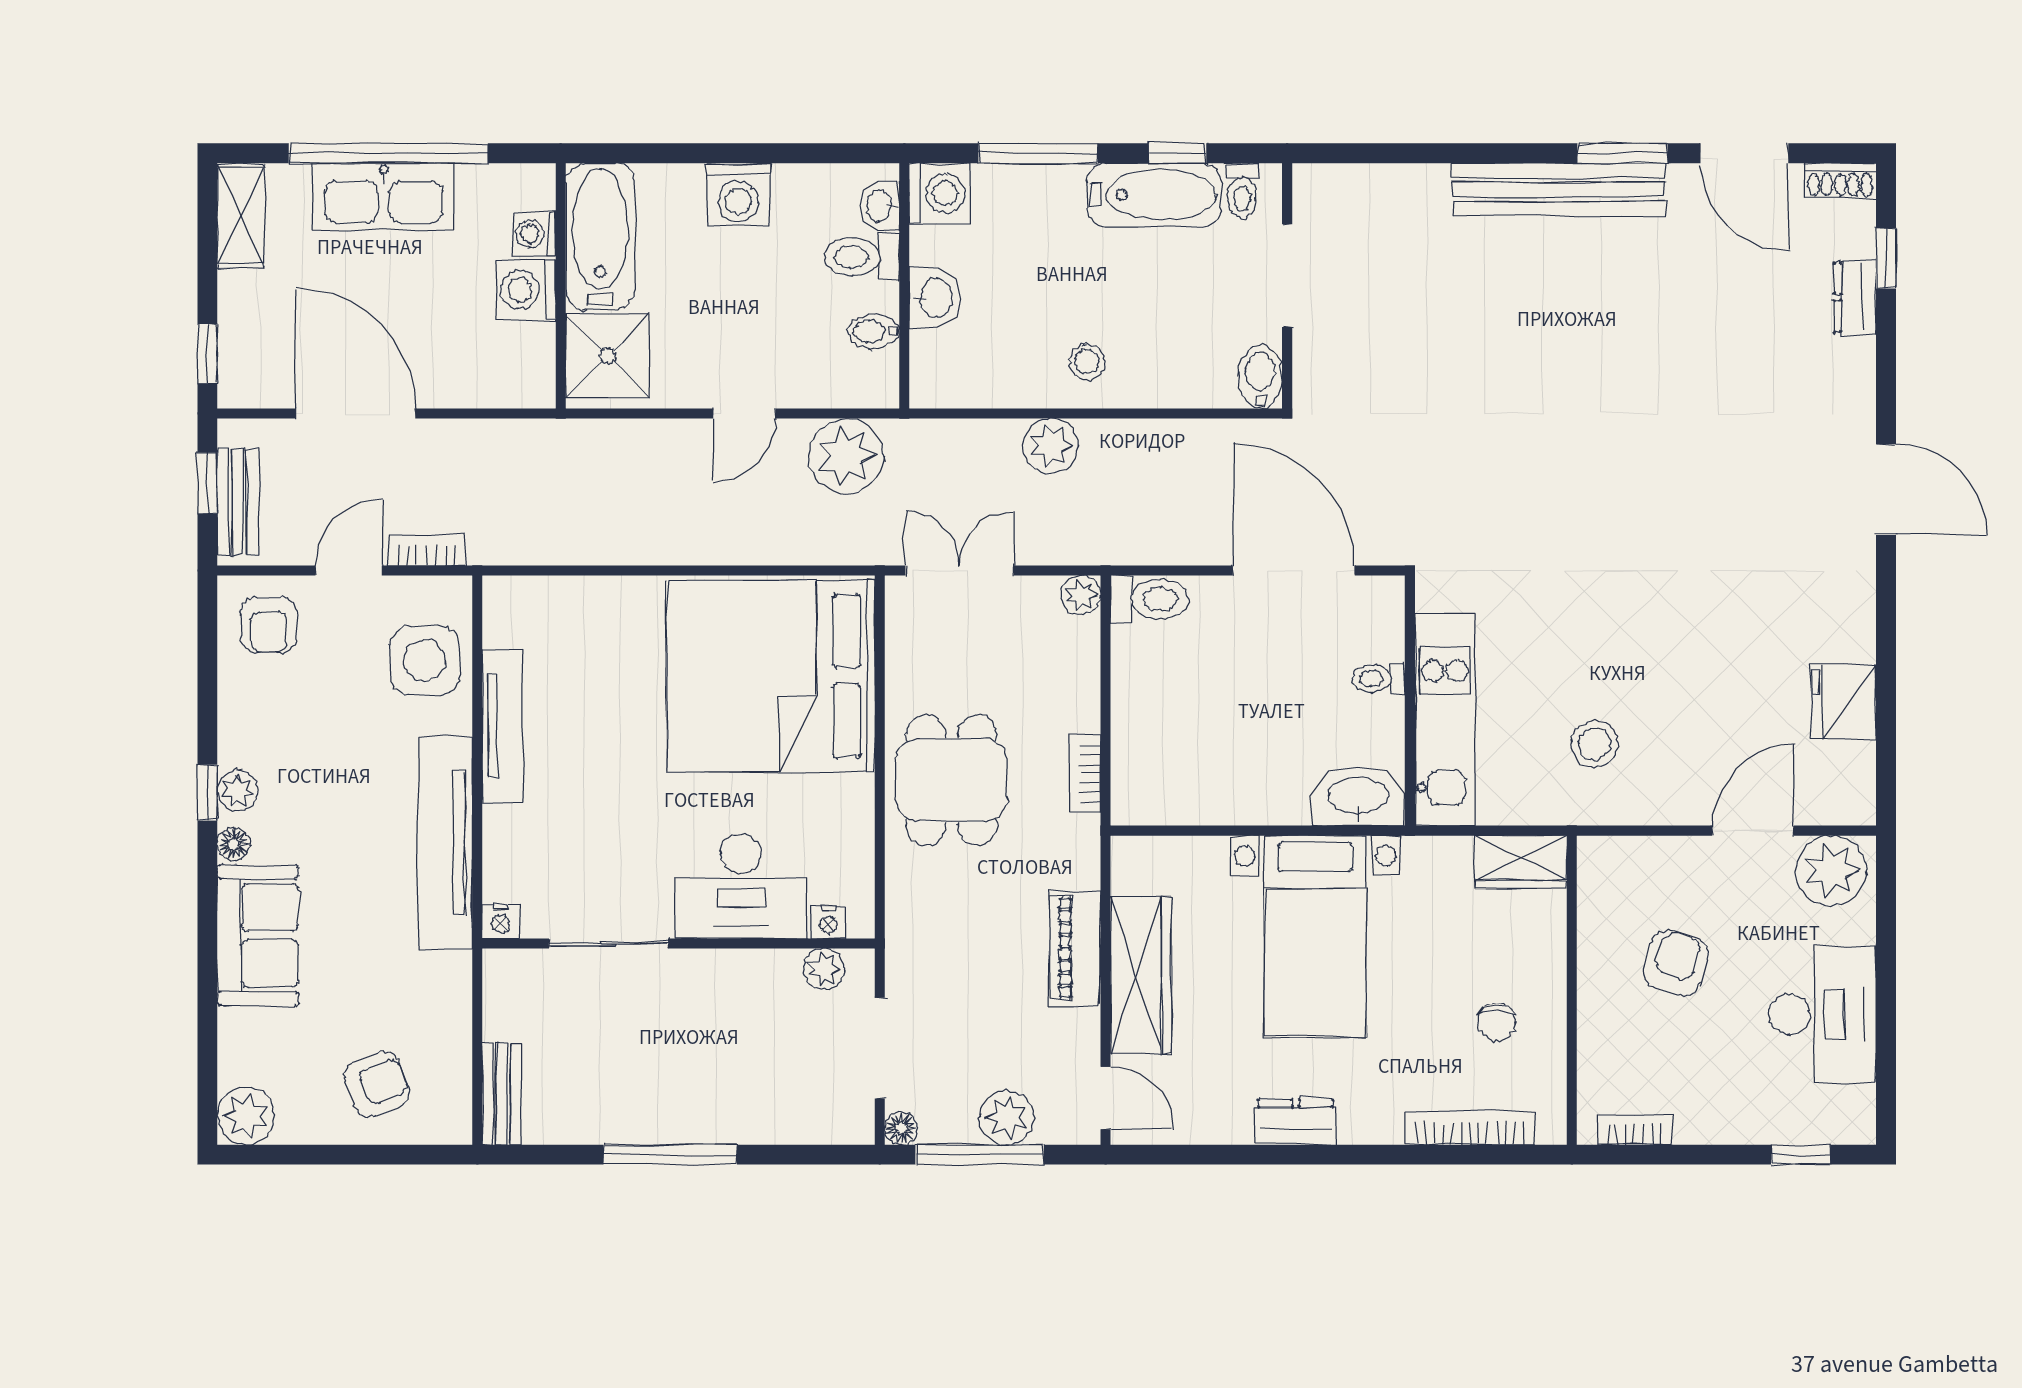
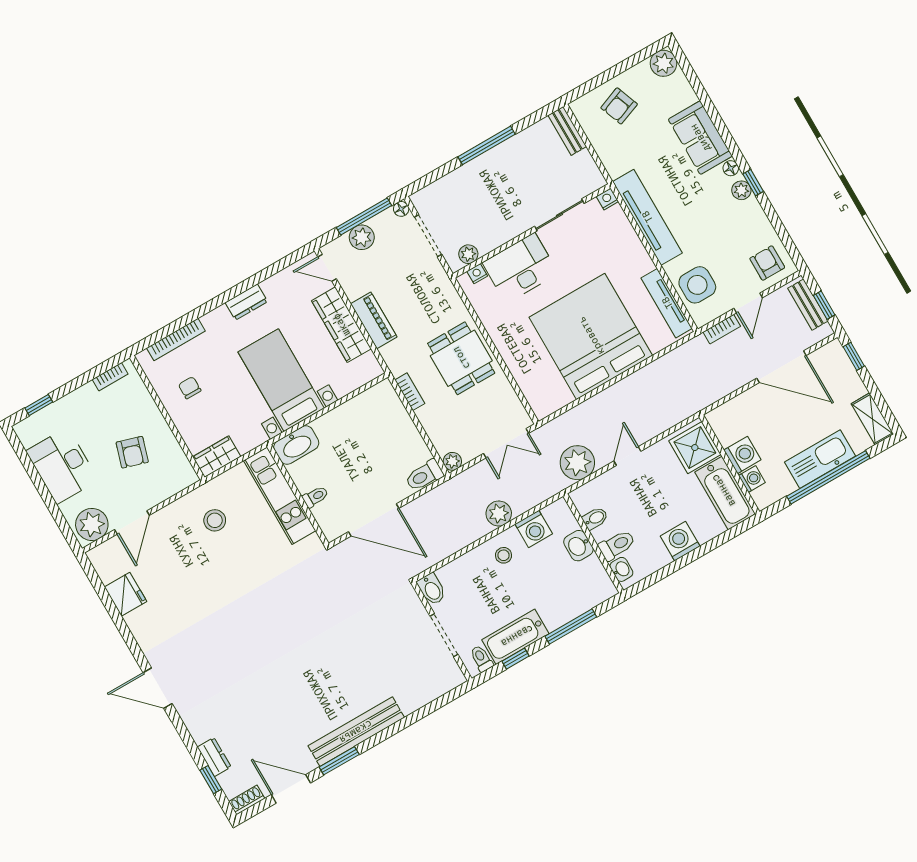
washing machine: (939, 193) -> (534, 529), moved, turned -90
bed: (771, 676) -> (591, 336), moved, turned -90
tv unit: (503, 726) -> (667, 303), moved

